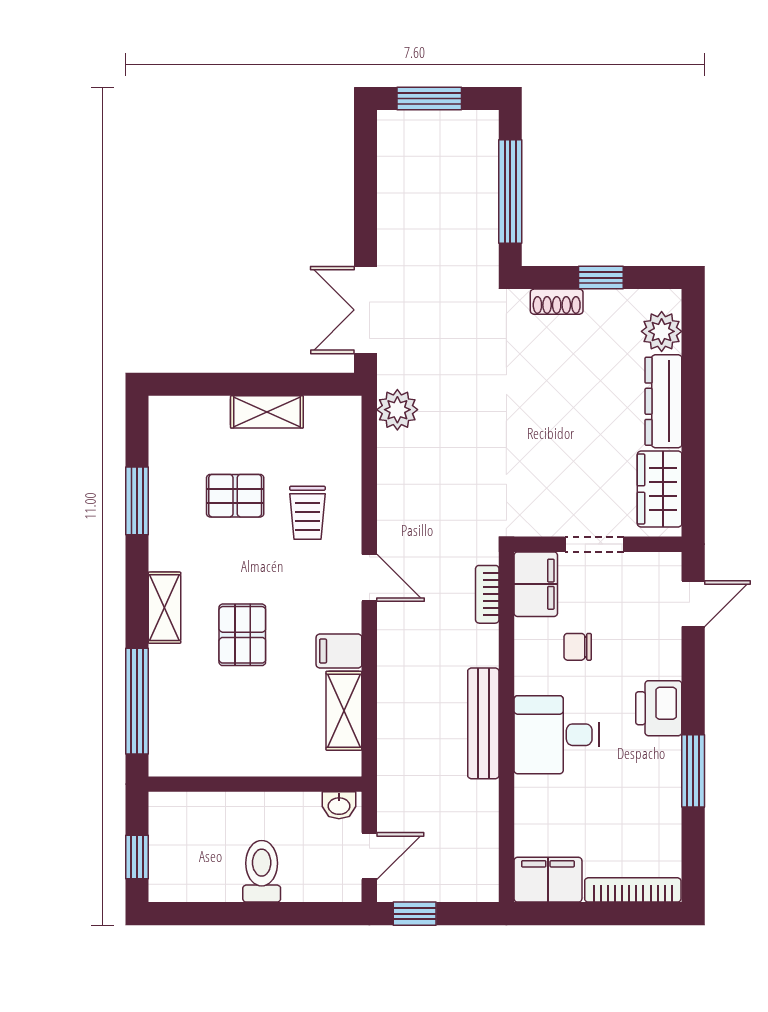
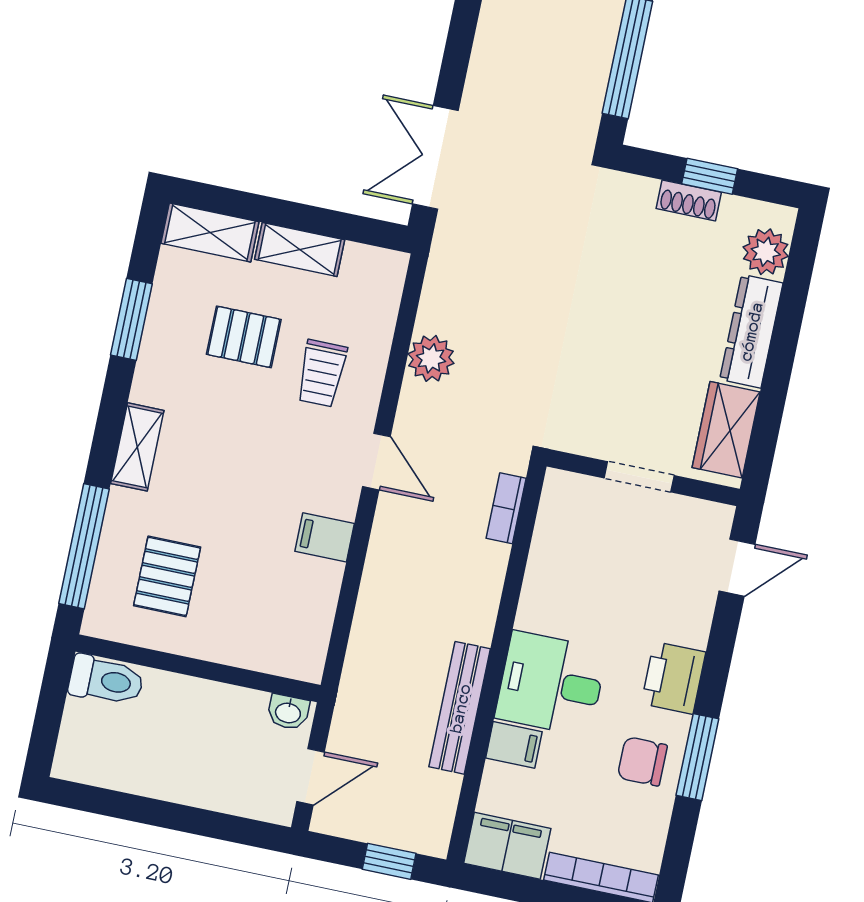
shoe rack: (557, 302) -> (689, 200), moved
plant: (397, 410) -> (431, 358), moved
filing cabinet: (536, 584) -> (514, 745), moved, width x0.50
pallet: (242, 635) -> (167, 576), moved
chair: (578, 647) -> (642, 761), moved, width x1.37, depth x1.37
shelving: (344, 711) -> (210, 233), moved, turned 90
bench: (483, 723) -> (460, 708), moved
window: (137, 857) -> (47, 723), removed
toilet: (262, 871) -> (106, 680), moved, turned 90
window: (415, 914) -> (389, 861), moved

